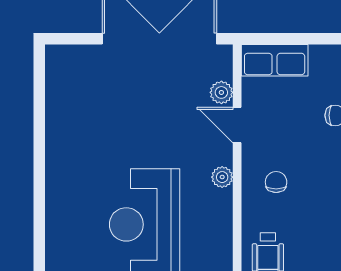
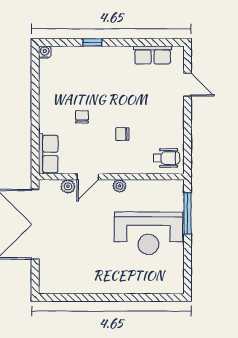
chair: (276, 182) -> (122, 134), moved

